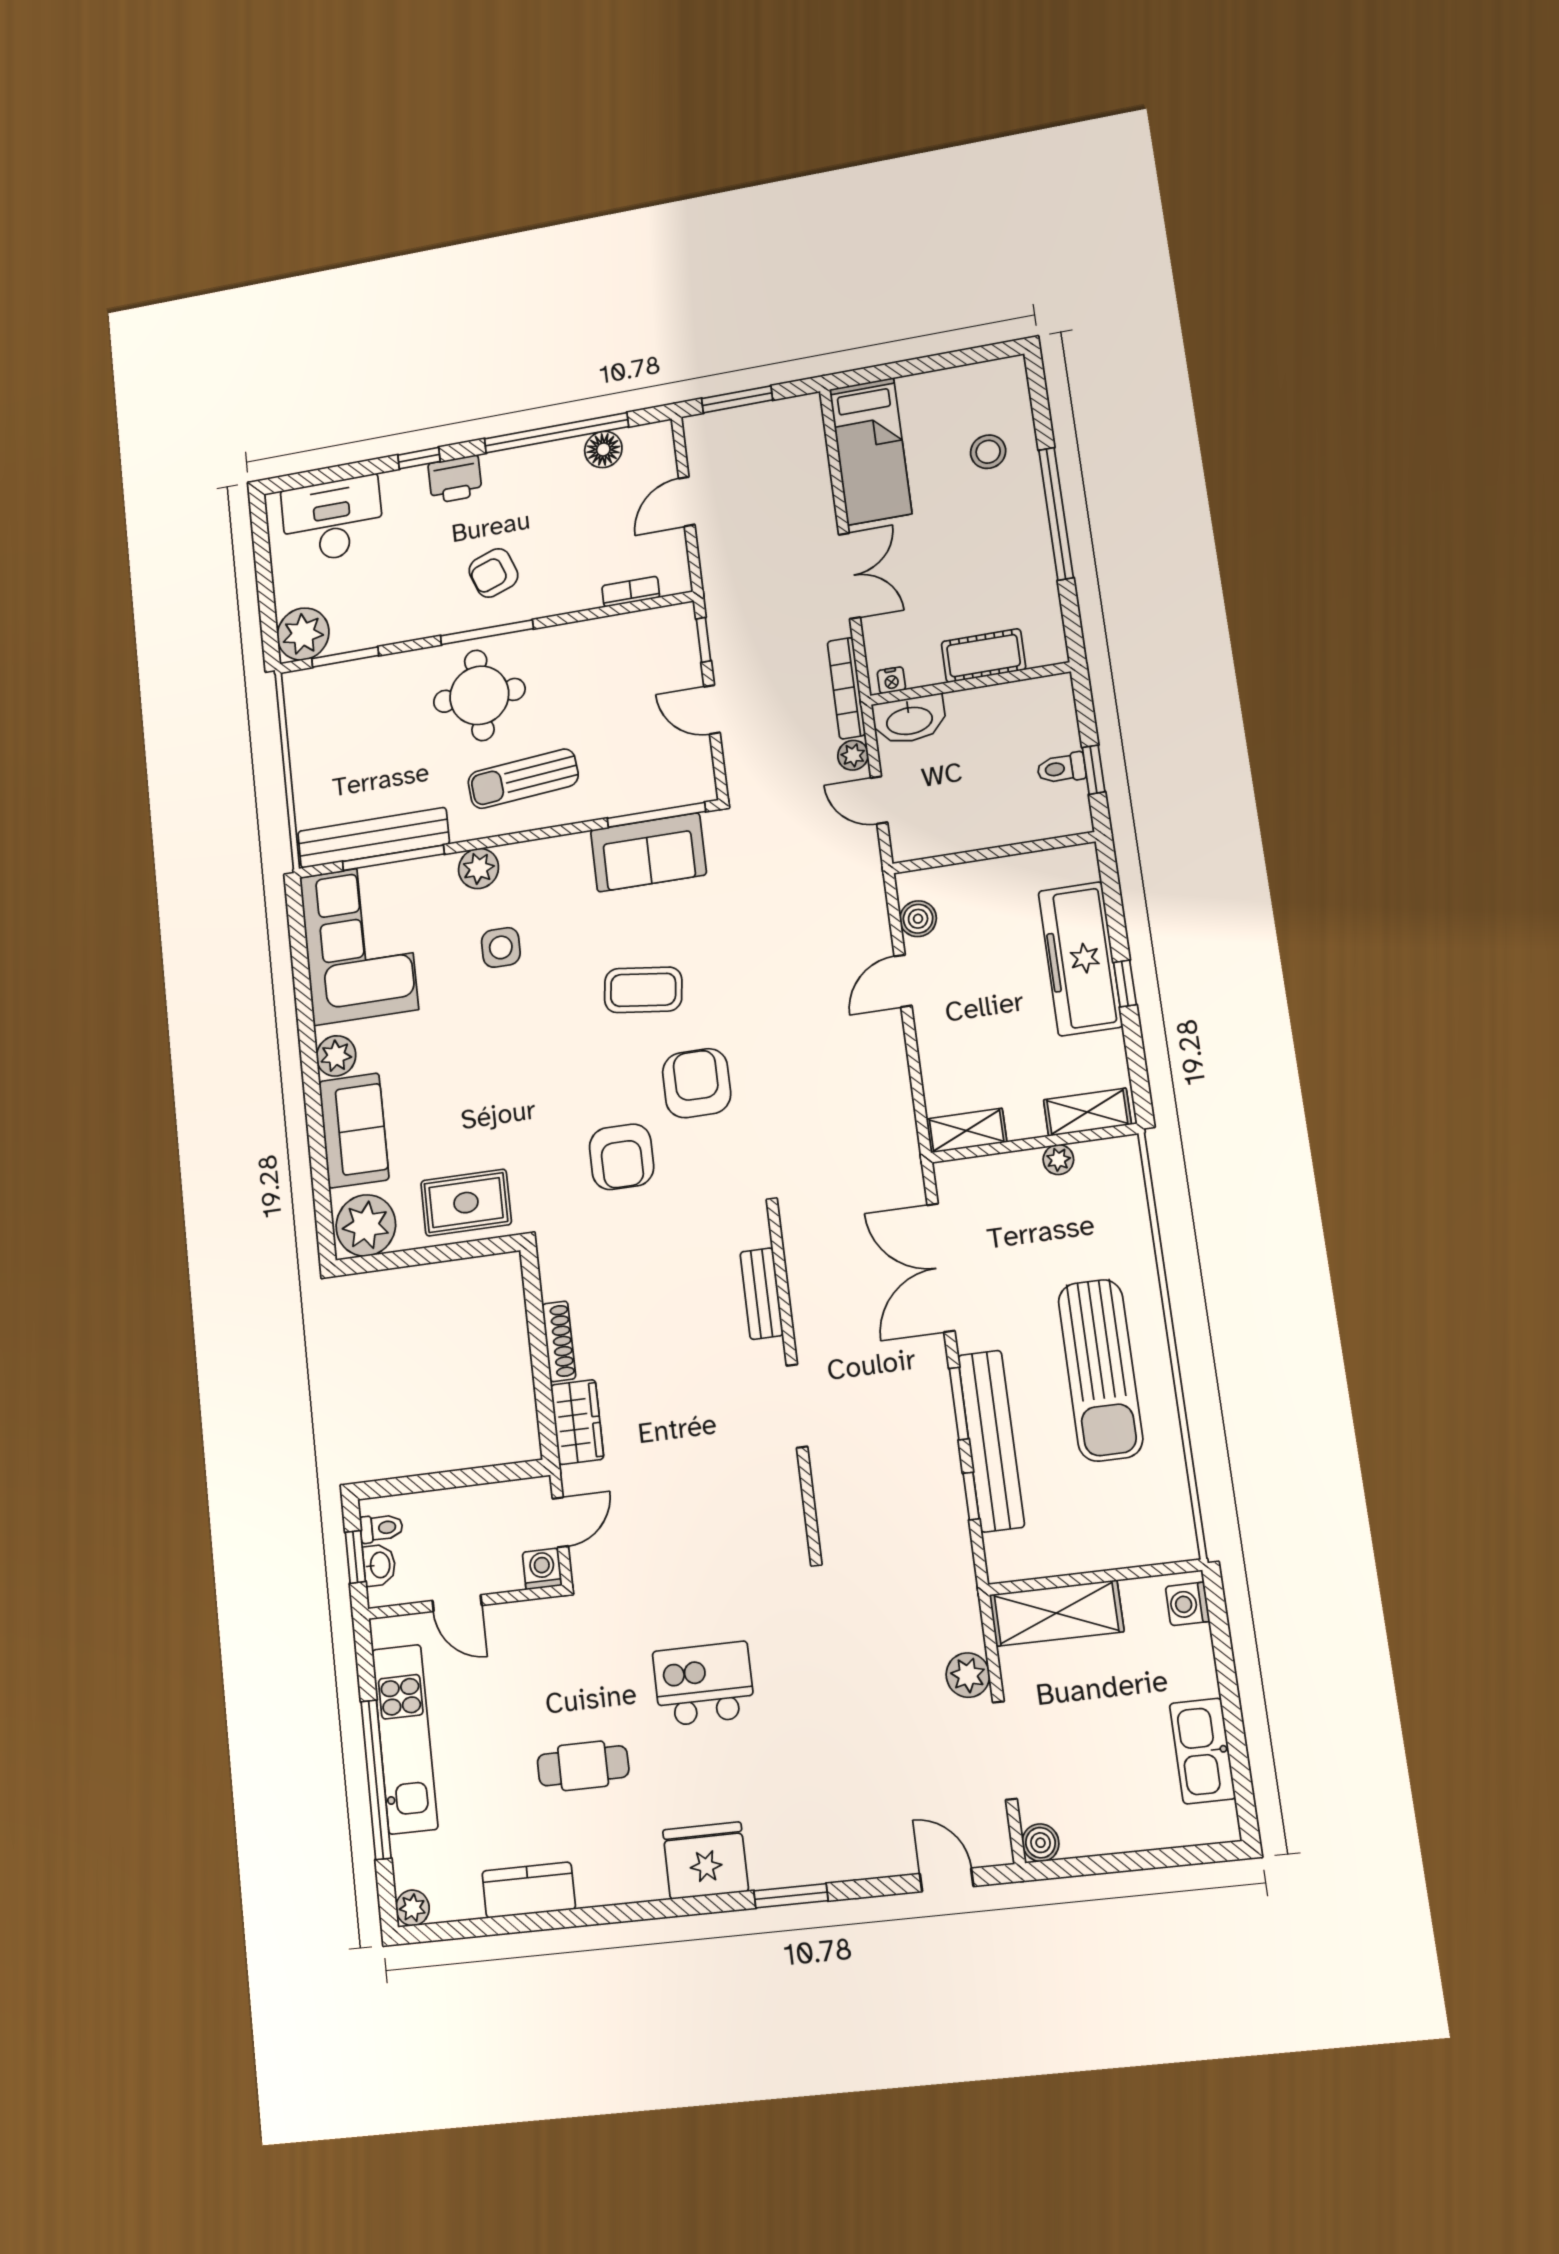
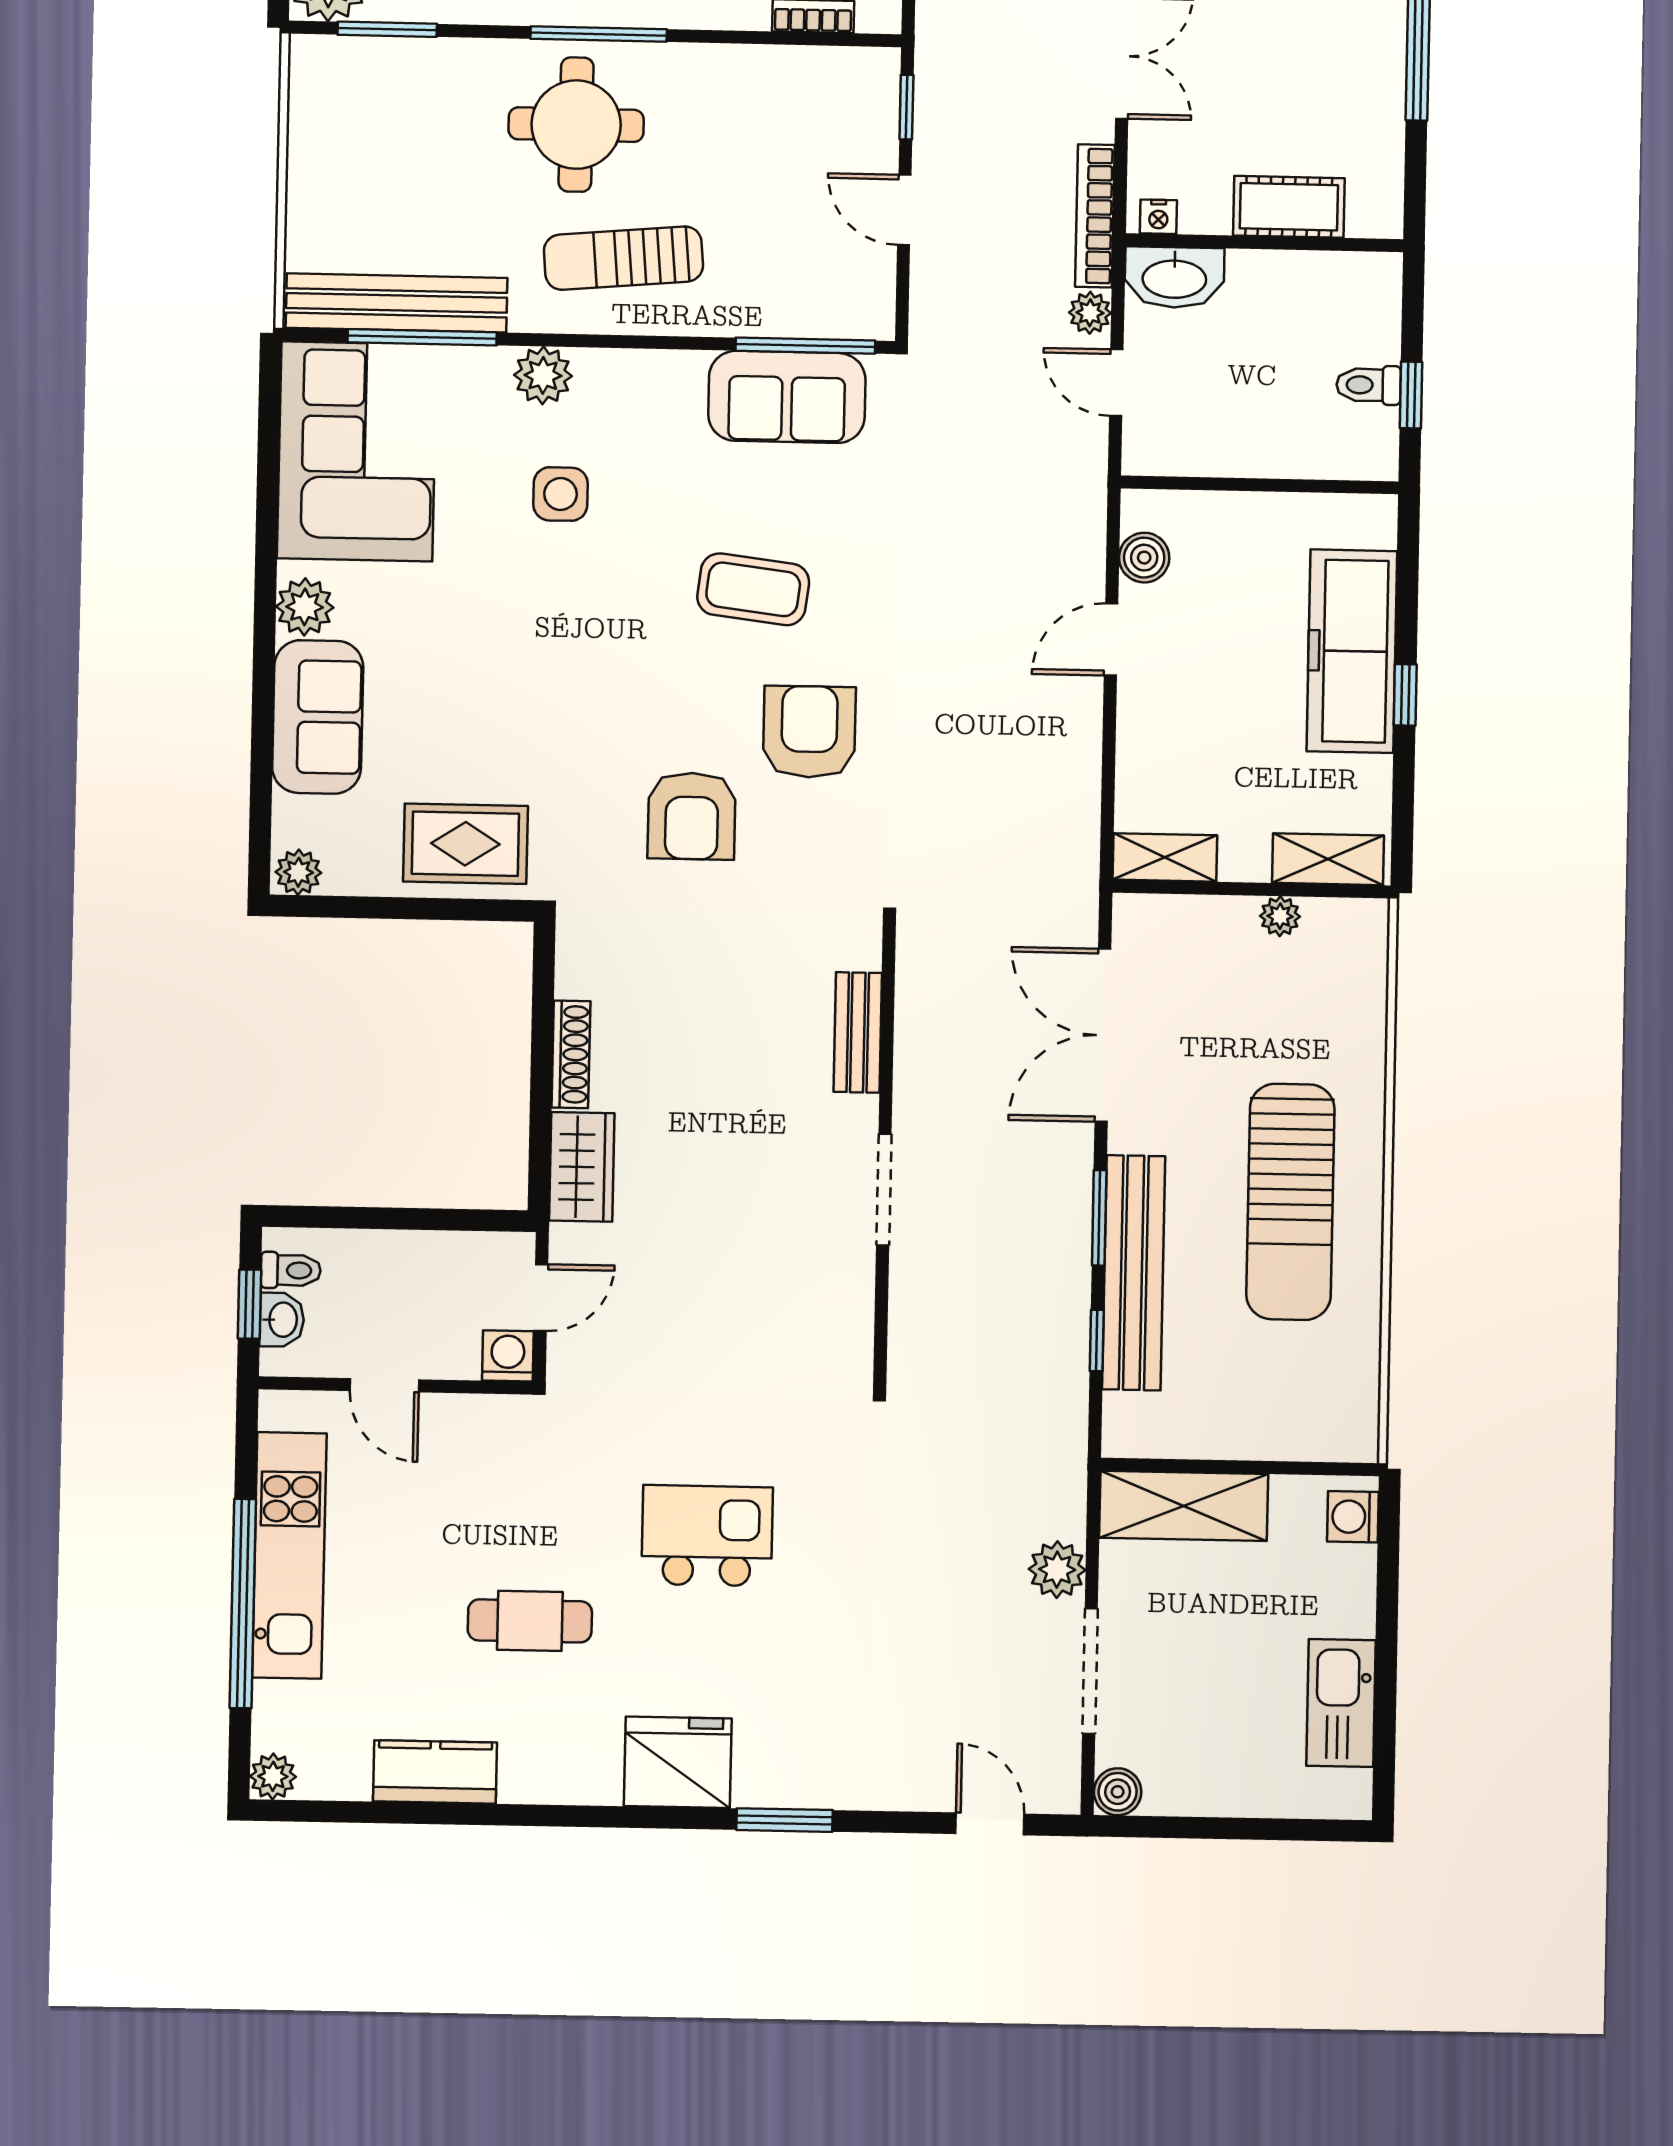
plant: (366, 1225) -> (298, 872), width x0.53, depth x0.53

